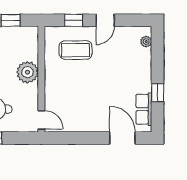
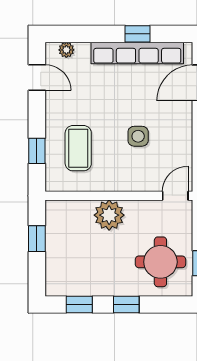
door: (105, 20) -> (37, 78), moved
side table: (84, 93) -> (138, 136), added
row of seats: (144, 109) -> (137, 53), width x2.02

